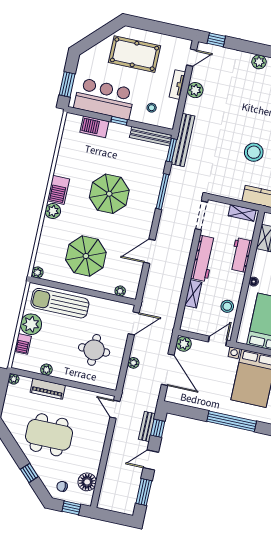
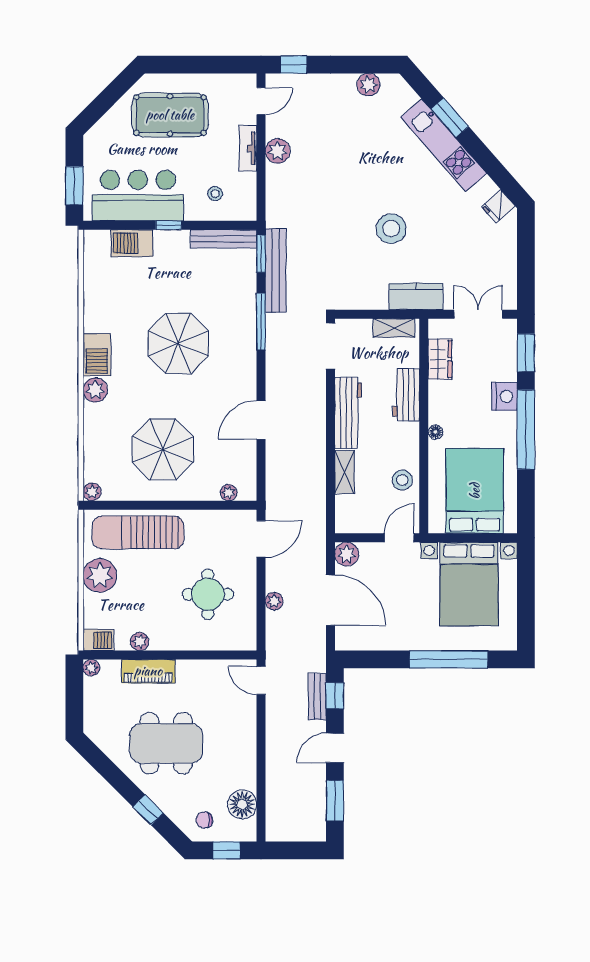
bench: (183, 140) -> (276, 270), moved
barbecue: (23, 344) -> (98, 640), moved, turned -90

